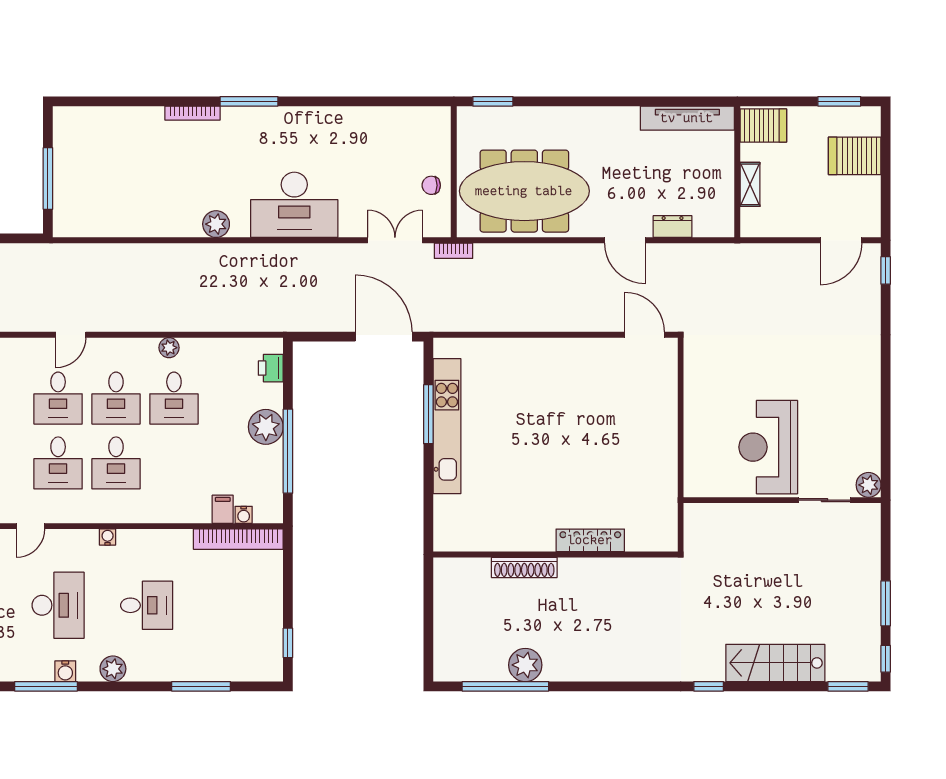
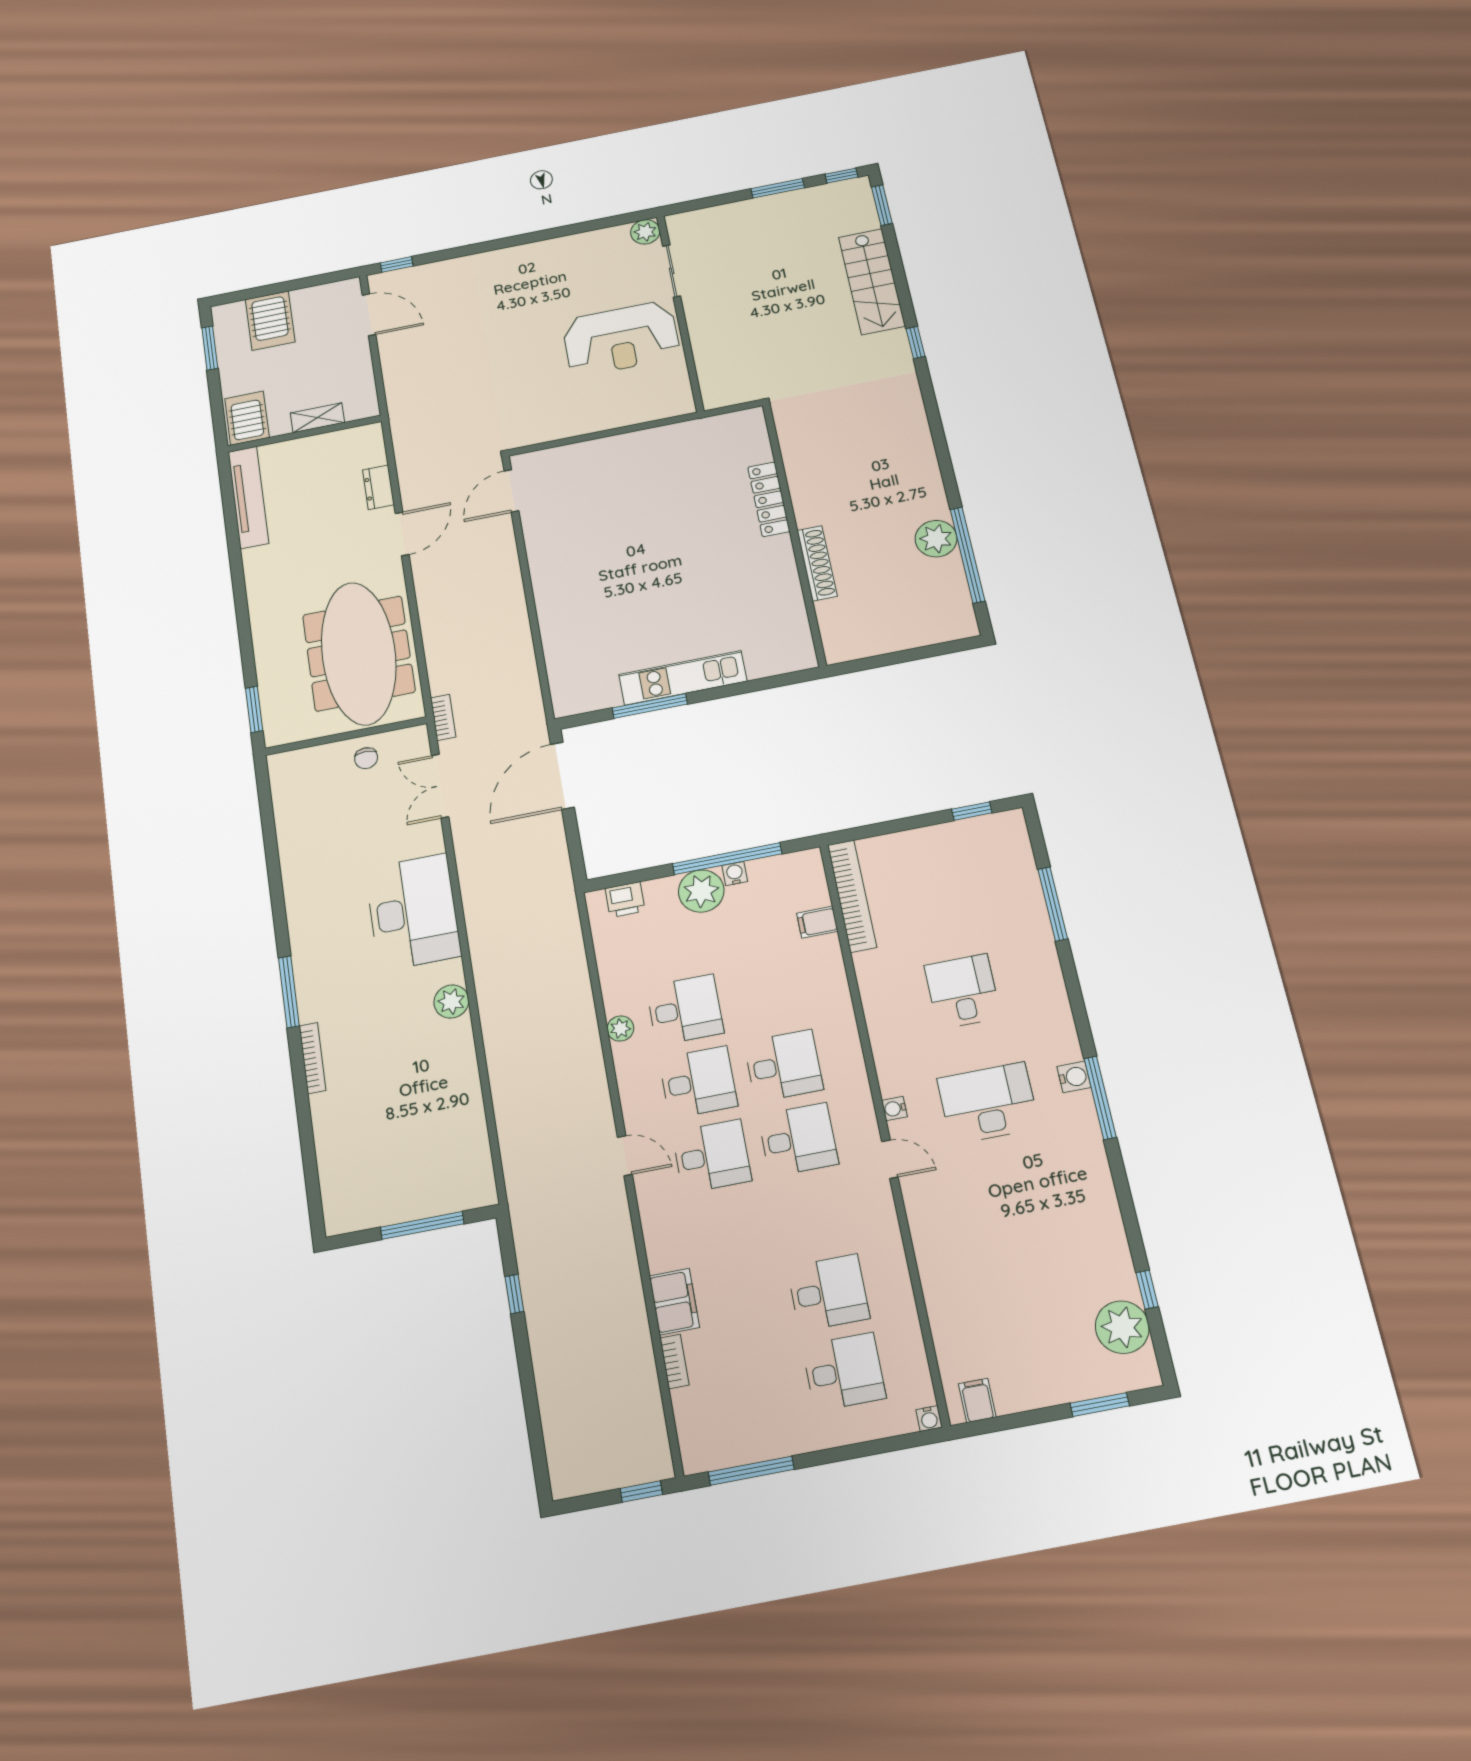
kitchen unit: (447, 426) -> (683, 678), width x0.73
water cooler: (244, 515) -> (735, 873), moved, turned -90
water cooler: (108, 537) -> (894, 1109), moved
plant: (113, 669) -> (1056, 1017), removed

